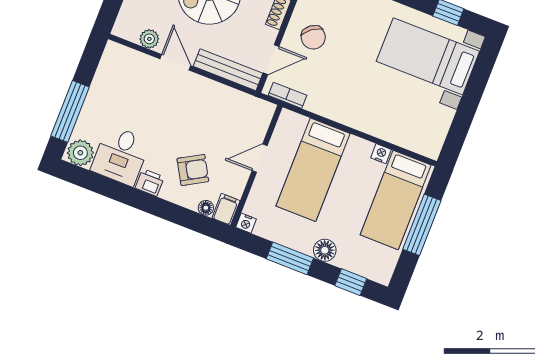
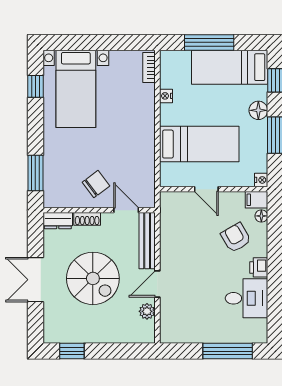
bookcase: (287, 95) -> (149, 67), moved
plant: (80, 153) -> (257, 330), removed
bed: (396, 200) -> (230, 67), moved, turned 180

